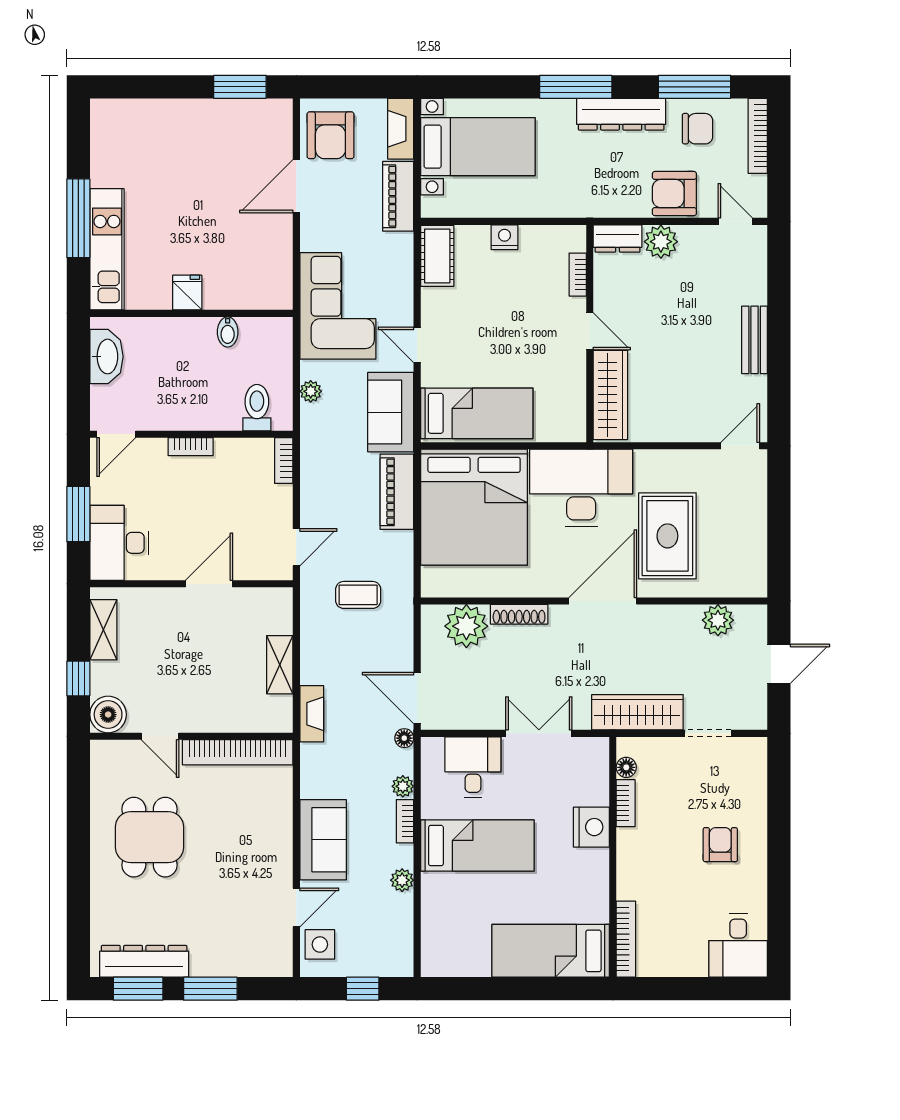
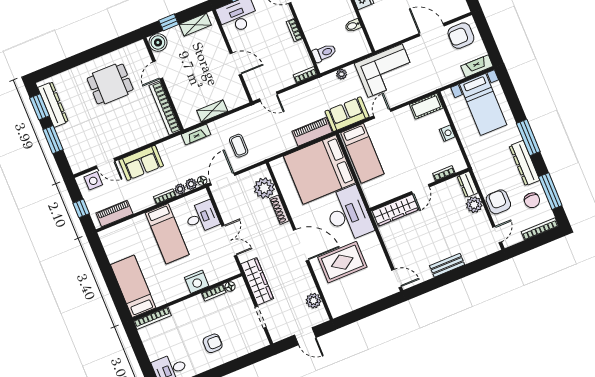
piano: (398, 196) -> (114, 213), moved
coffee table: (358, 595) -> (239, 146), moved
plant: (402, 880) -> (191, 184), moved

